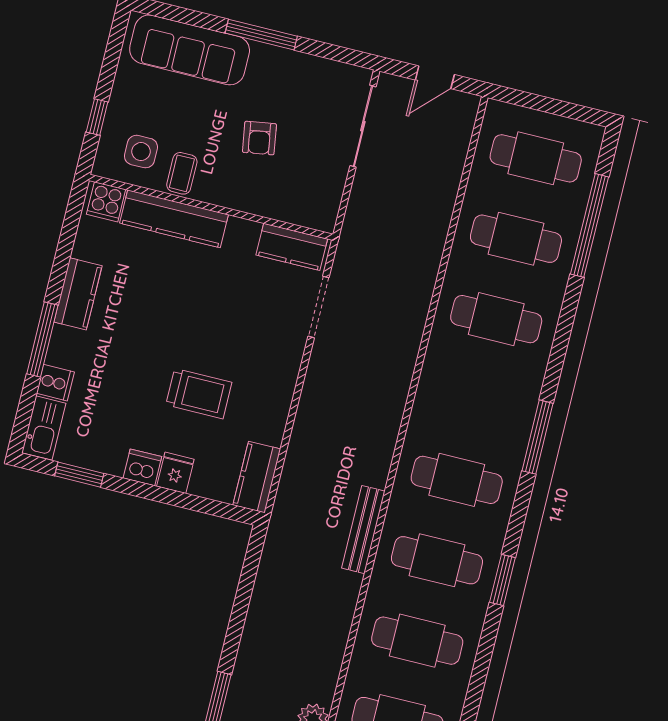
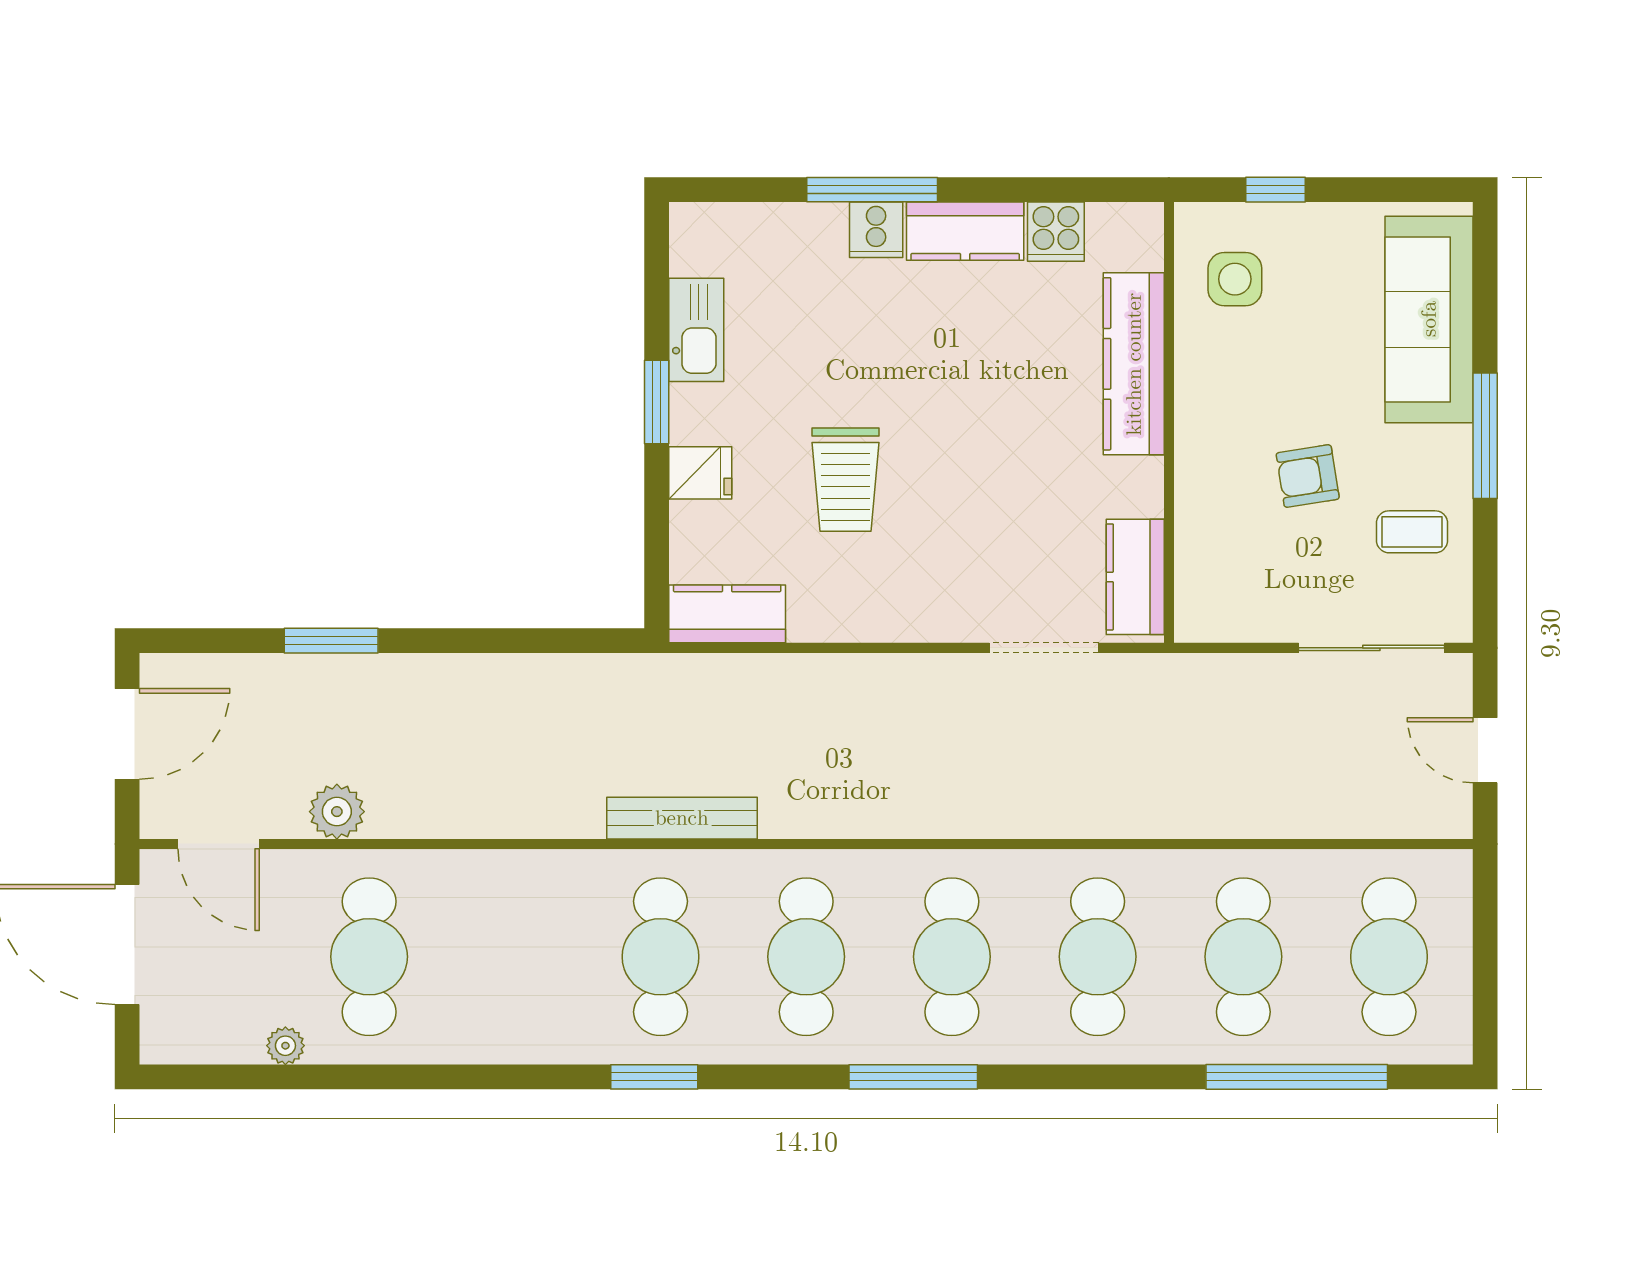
coffee table: (182, 173) -> (1412, 532), moved
cooker: (106, 202) -> (1056, 232), moved, turned -90
cooker: (55, 383) -> (876, 230), moved
kitchen sink: (44, 428) -> (696, 330), moved, turned -90
dishwasher: (142, 467) -> (696, 414), removed
window: (79, 475) -> (657, 402), moved
cafe table: (417, 641) -> (952, 957), moved

